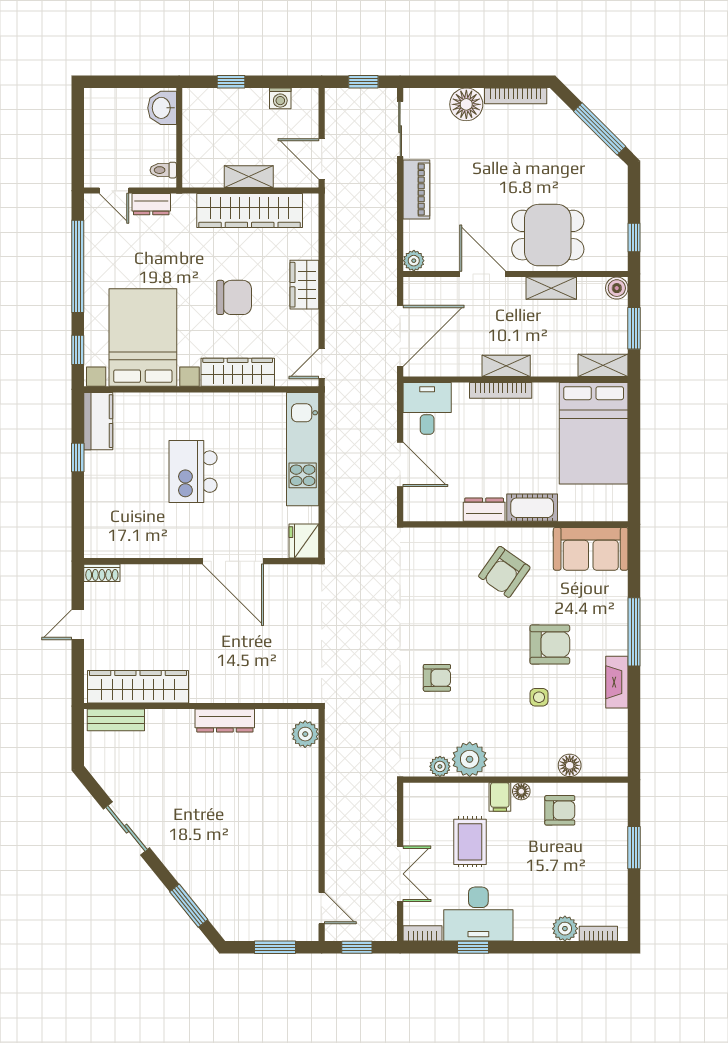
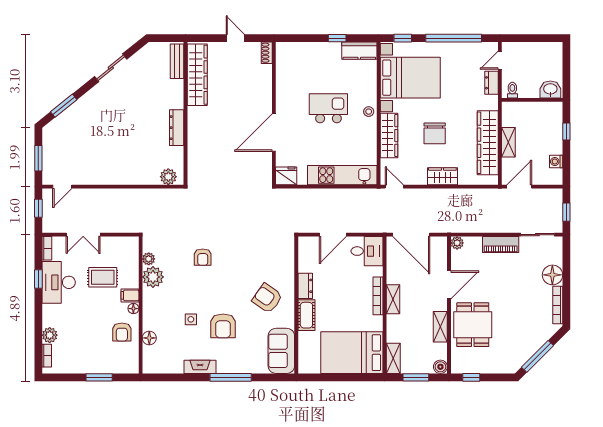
stool: (198, 406) -> (369, 112), added

